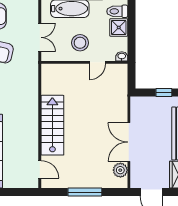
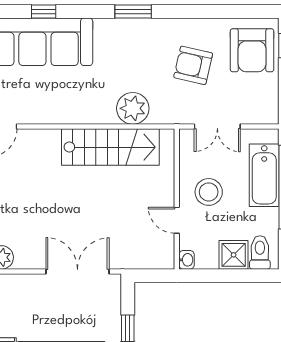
plant: (29, 89) -> (133, 108), added
stairs: (52, 125) -> (110, 147), moved
double door: (129, 142) -> (78, 271), moved

